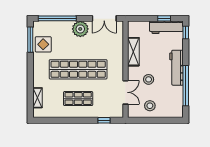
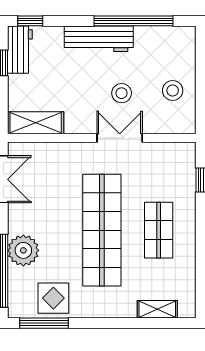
workbench: (166, 27) -> (20, 50), width x0.73
plant: (80, 29) -> (23, 250), moved
shelving: (133, 52) -> (36, 123), moved
double door: (125, 92) -> (120, 138), moved

